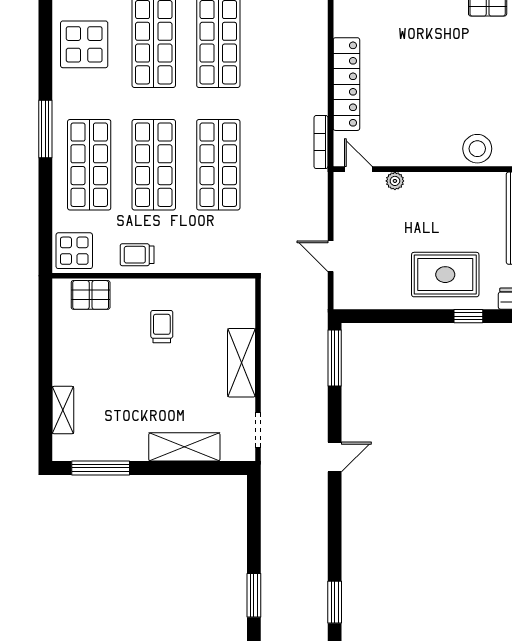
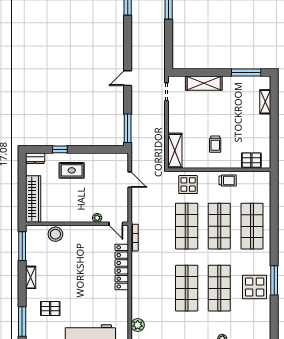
window: (45, 129) -> (274, 280), moved
display table: (74, 251) -> (188, 185), moved
rug: (445, 275) -> (72, 170), width x0.73, depth x0.70
shelving: (242, 363) -> (175, 151), moved

